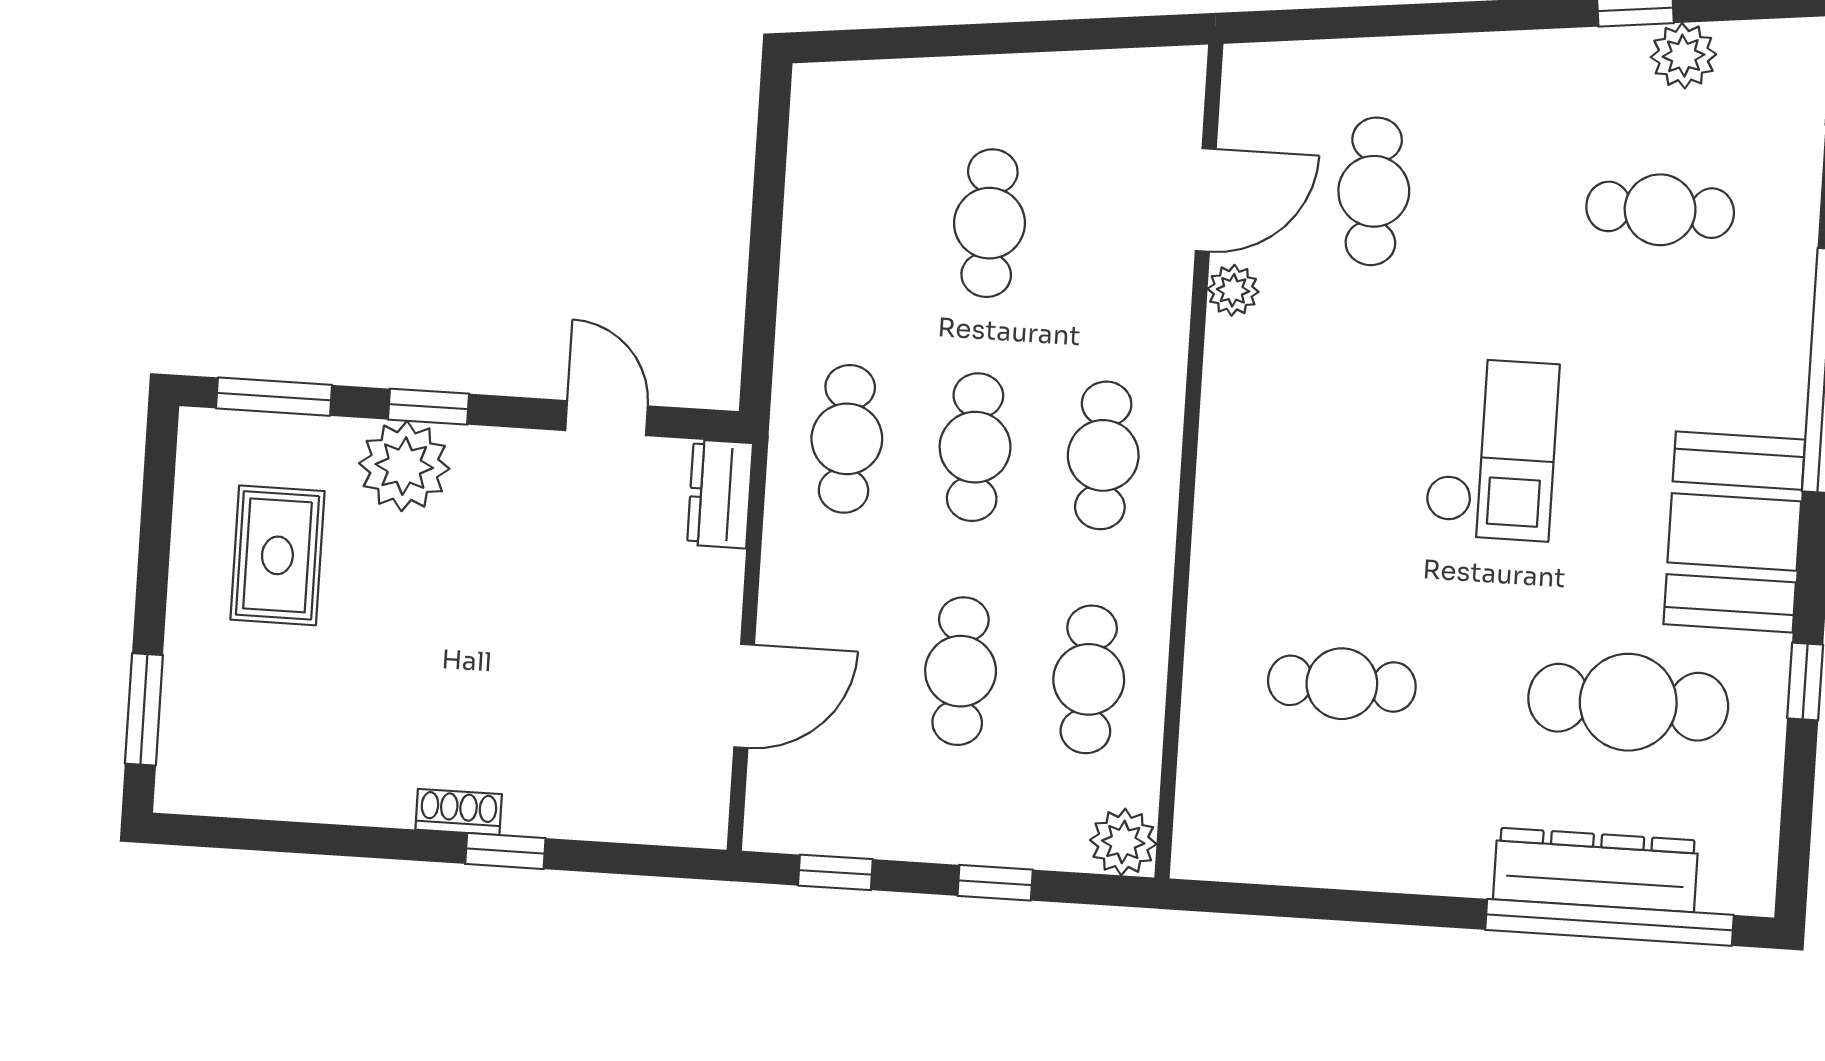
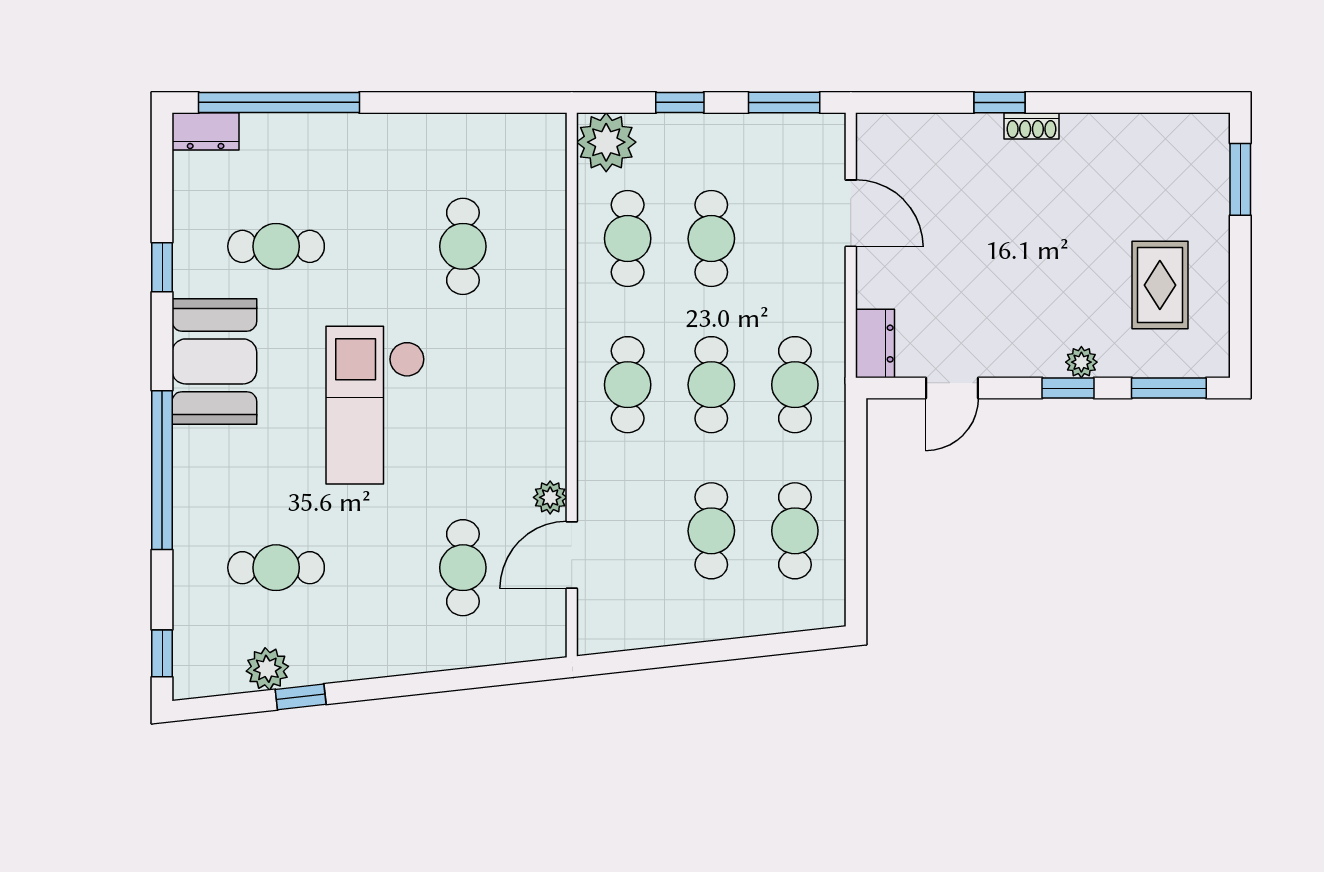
cafe table: (861, 215) -> (795, 531), added
door: (607, 418) -> (952, 388), hinge flipped
checkout: (1492, 449) -> (375, 405), width x1.36, depth x1.21
plant: (404, 466) -> (1081, 362), width x0.53, depth x0.53
cafe table: (1342, 684) -> (463, 246), turned 90
door: (744, 696) -> (851, 213), swing flipped
cafe table: (1628, 702) -> (276, 246), width x0.73, depth x0.74
plant: (1123, 842) -> (606, 142), width x1.36, depth x1.36
dresser: (1596, 870) -> (206, 131), moved, width x0.51, depth x0.80
window: (835, 872) -> (784, 102), width x1.50

